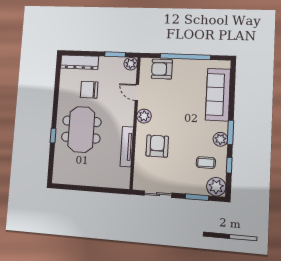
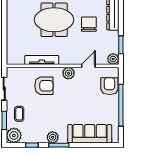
coffee table: (206, 163) -> (19, 114), moved

